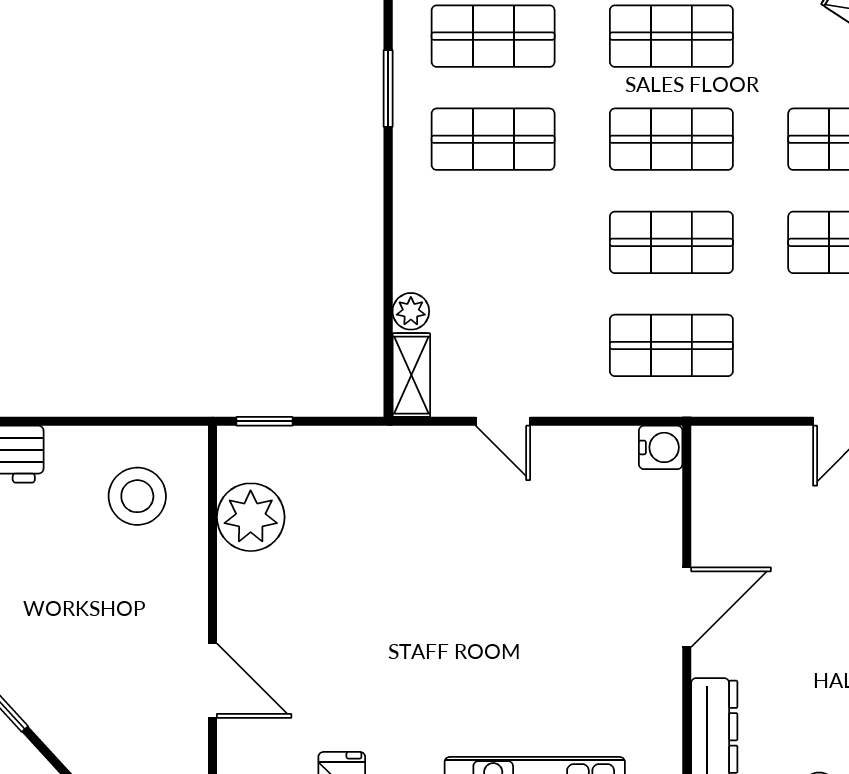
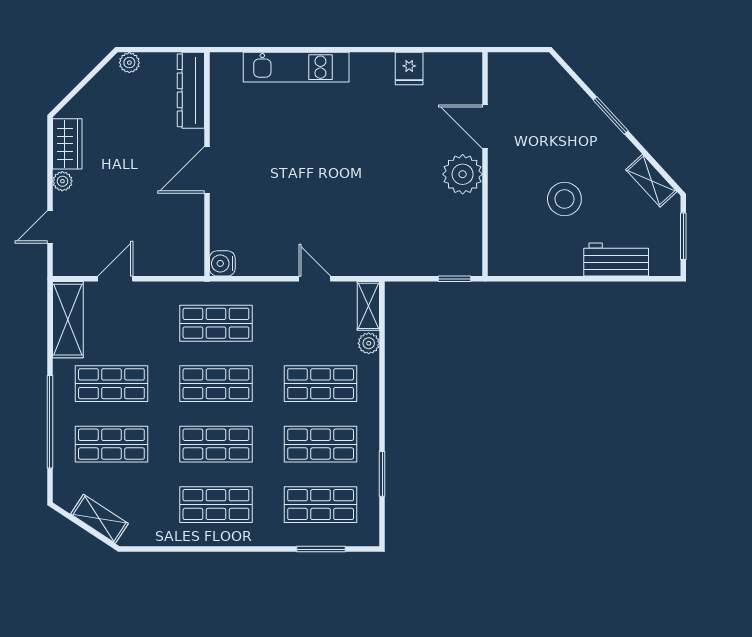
shop shelf: (493, 242) -> (321, 384), added
stool: (137, 496) -> (564, 199), moved
plant: (251, 517) -> (463, 174), moved

